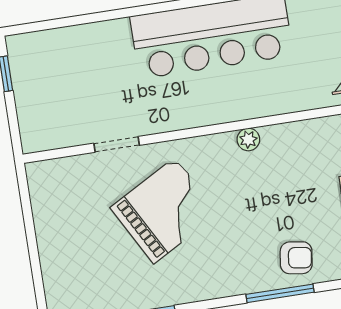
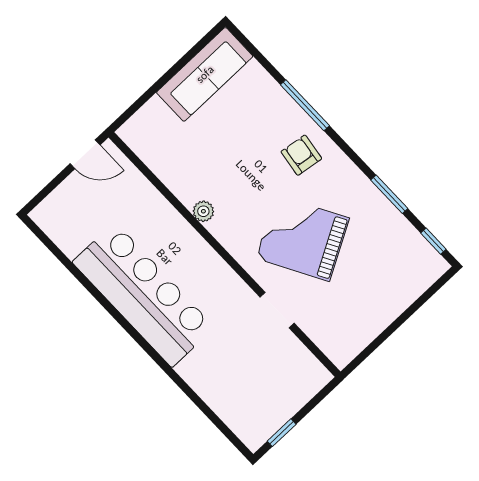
armchair: (296, 258) -> (301, 155), moved

